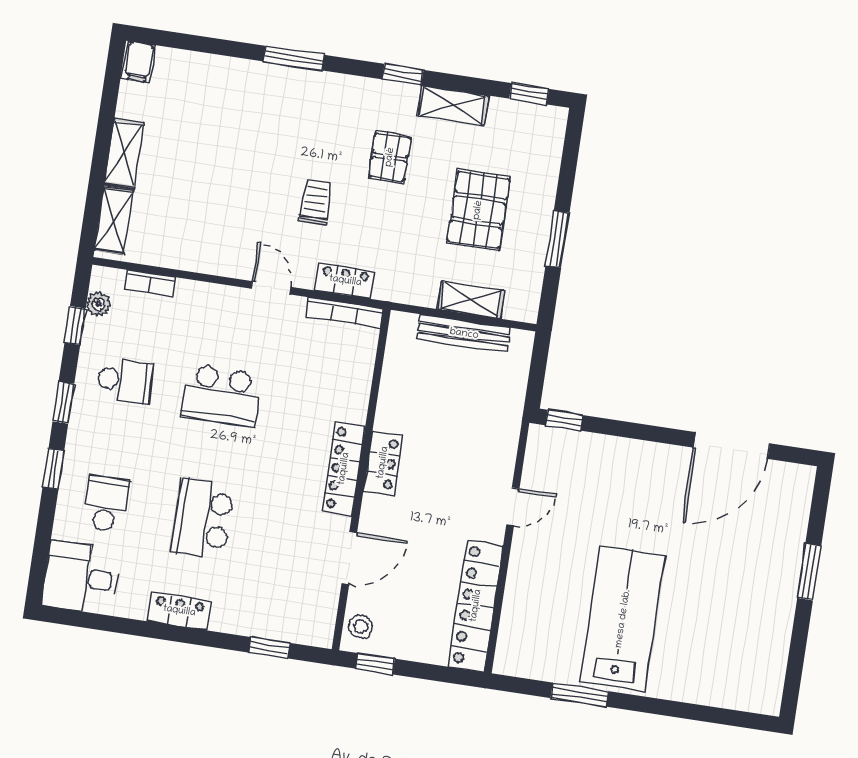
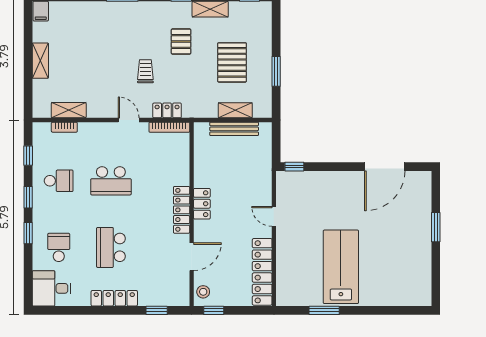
shelving: (114, 221) -> (69, 110), moved, turned 90
plant: (98, 304) -> (39, 142), removed
door: (513, 507) -> (274, 216), swing flipped
locker: (179, 611) -> (114, 298), width x1.53

